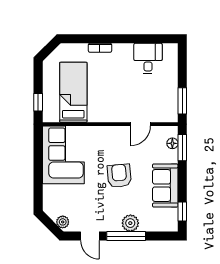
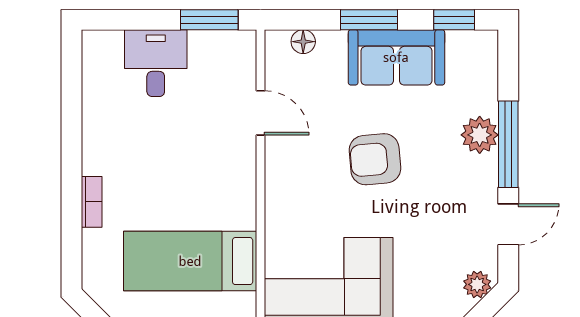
desk: (148, 58) -> (156, 63), moved, turned 90
window: (182, 148) -> (369, 20), moved

